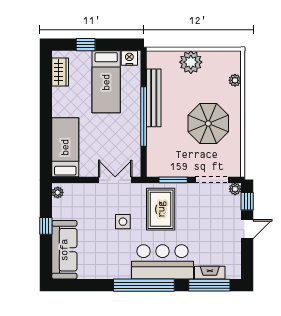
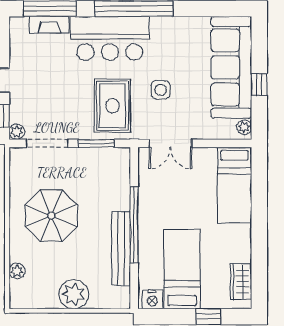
sofa: (64, 250) -> (231, 67), width x1.36, depth x1.27

